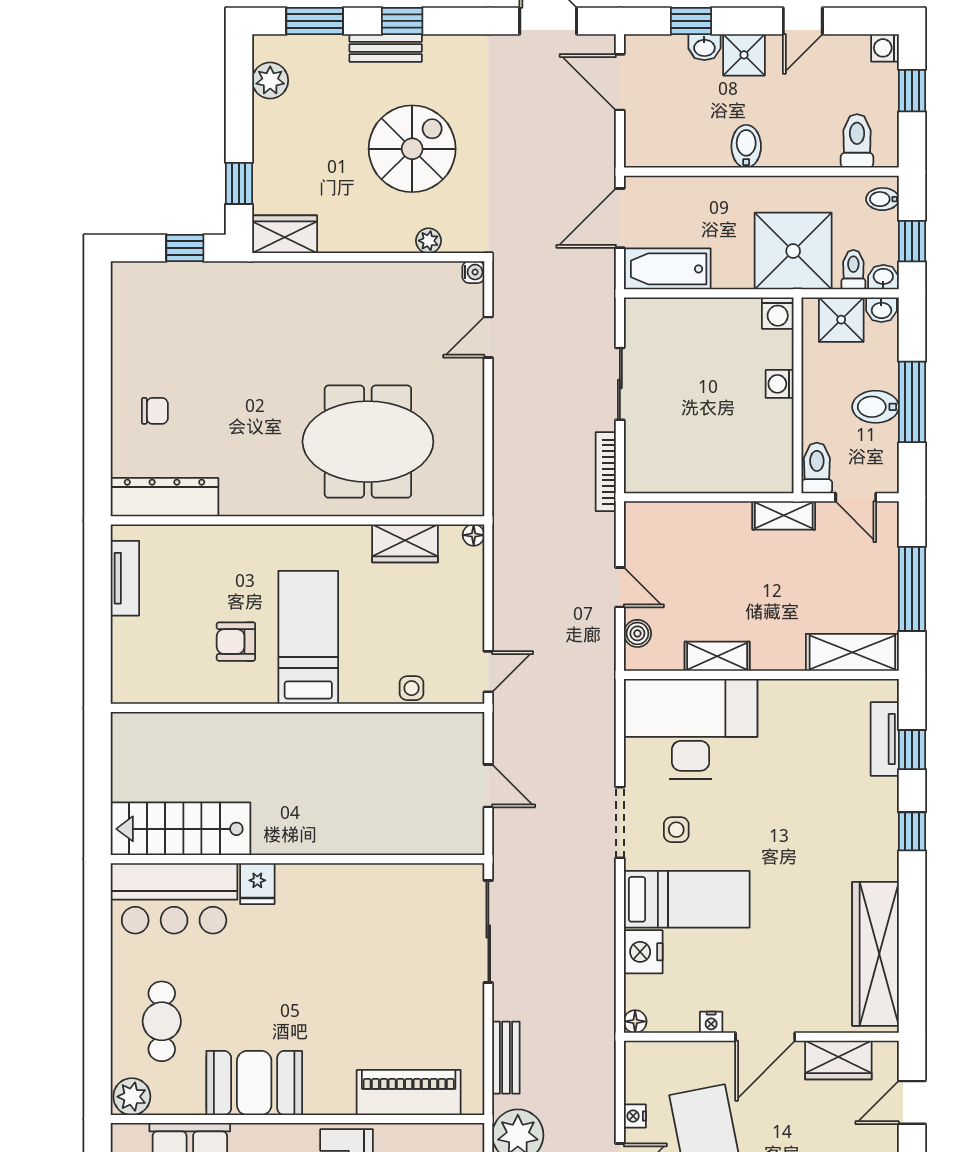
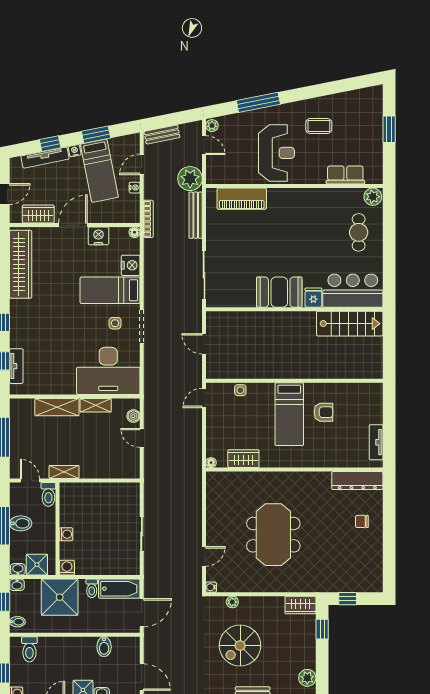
bidet: (746, 146) -> (104, 647), moved
toilet: (853, 270) -> (92, 588), moved
meeting table: (368, 442) -> (273, 535), moved, turned 90
bookcase: (606, 472) -> (148, 219), moved
shelving: (852, 652) -> (57, 407), moved
nightstand: (711, 1022) -> (98, 236), width x1.89, depth x1.79
bench: (506, 1058) -> (196, 215), width x1.36
booth: (254, 1083) -> (279, 292), moved

